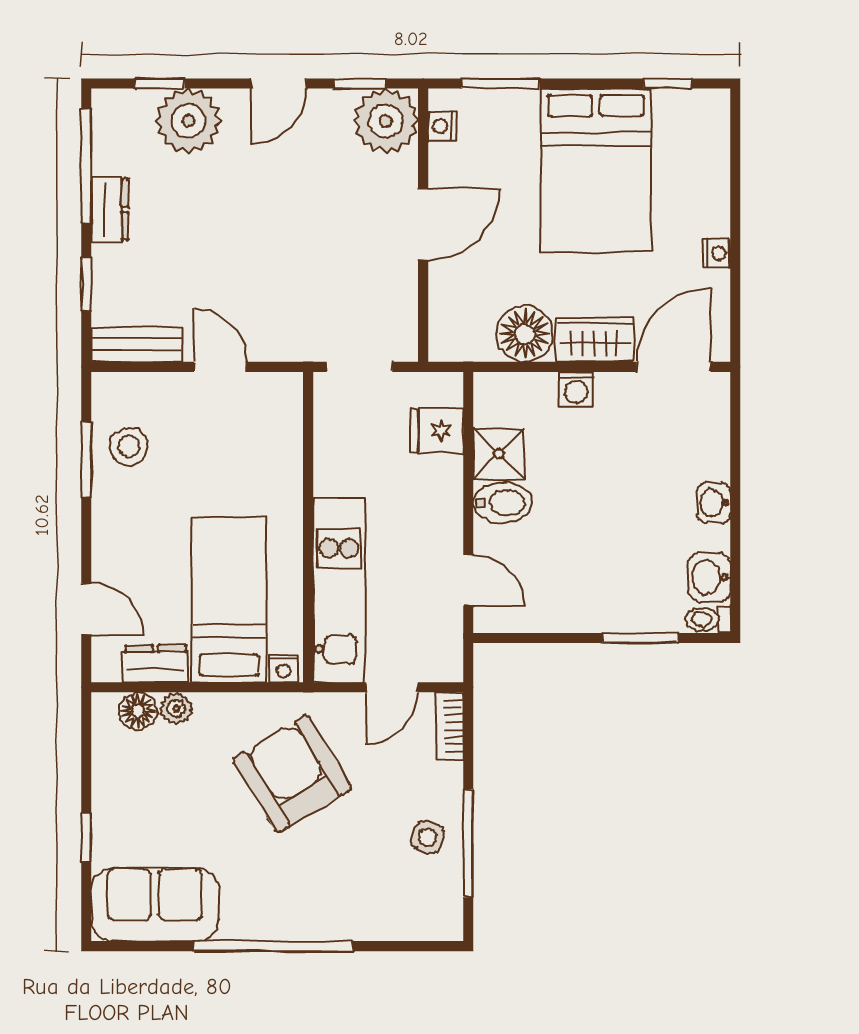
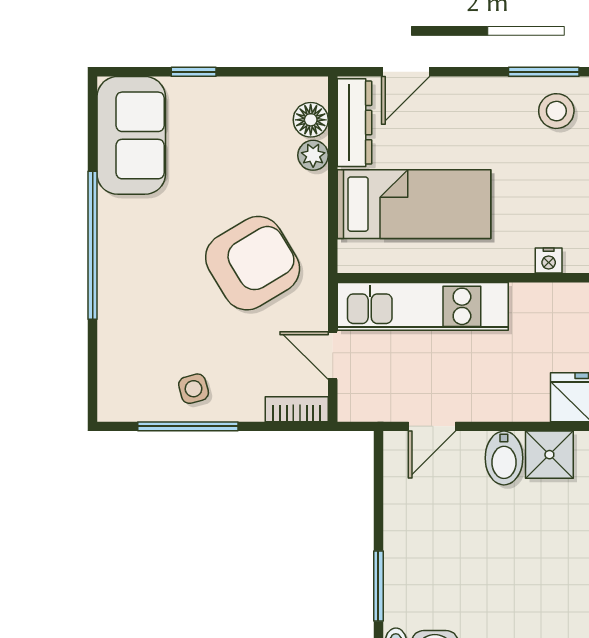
dresser: (155, 664) -> (355, 123), width x1.44
nightstand: (284, 669) -> (549, 260), moved, turned -90
side table: (428, 837) -> (194, 389), turned -34

